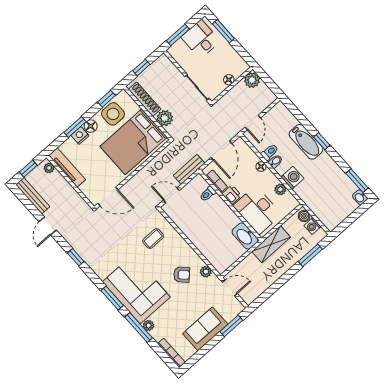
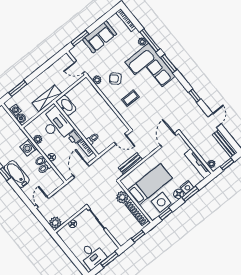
window: (223, 31) -> (75, 261), removed
door: (253, 123) -> (43, 202), moved
bed: (134, 142) -> (150, 184), width x0.67
bench: (189, 169) -> (130, 164), moved
door: (108, 197) -> (168, 140), hinge flipped
coffee table: (153, 239) -> (130, 98), moved

